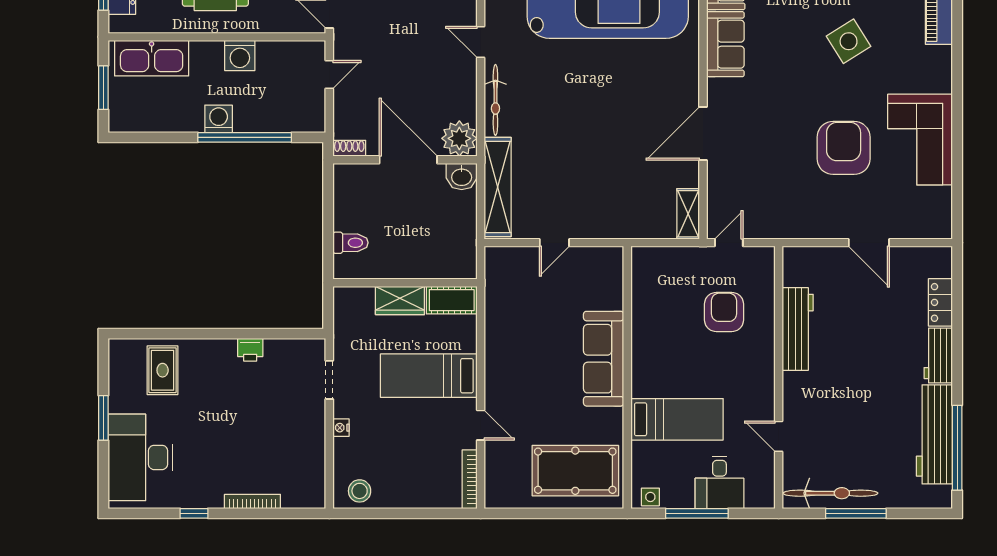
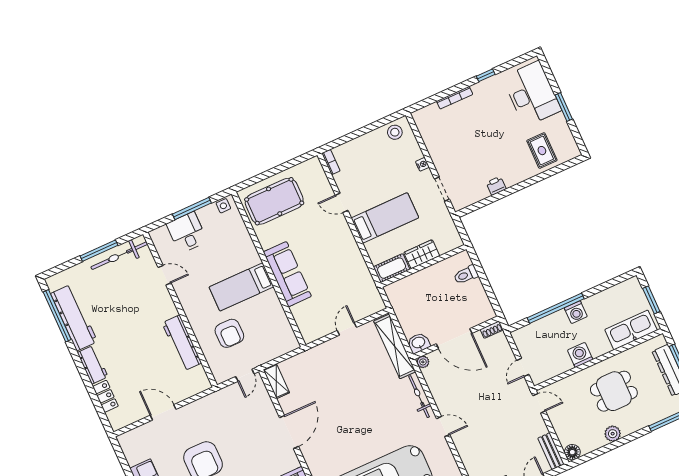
plant: (459, 138) -> (423, 362), width x0.53, depth x0.53
bed: (677, 419) -> (241, 287), moved
bookcase: (470, 479) -> (331, 162), width x0.64

